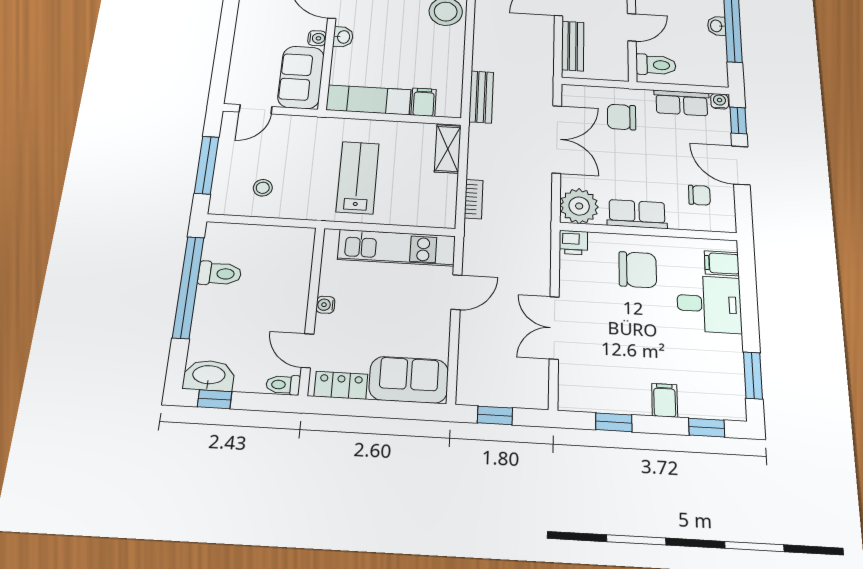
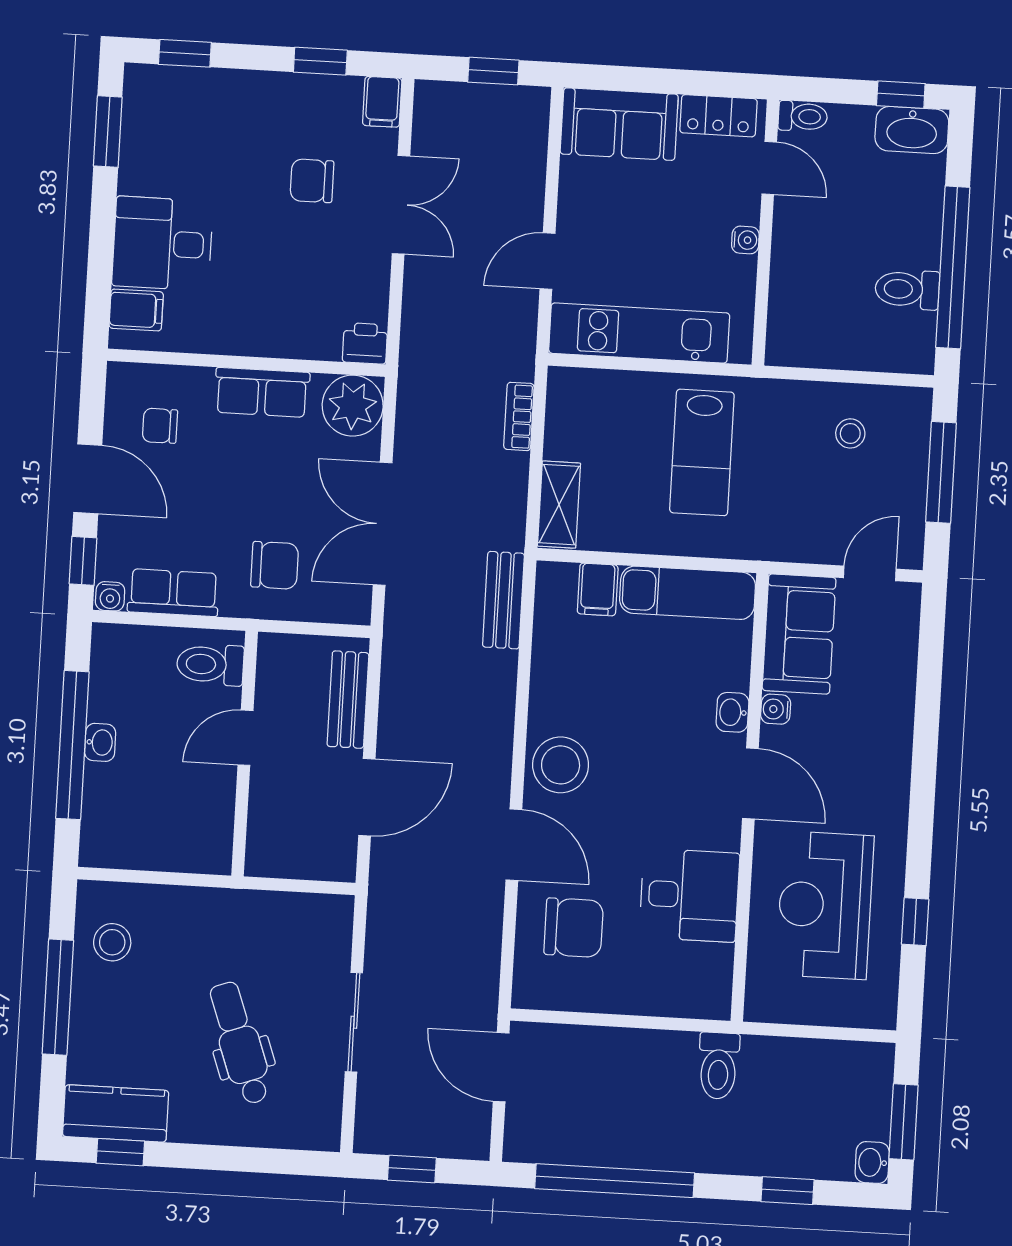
chair: (638, 270) -> (312, 181), moved, width x0.73, depth x0.73
filing cabinet: (665, 400) -> (382, 102), moved

